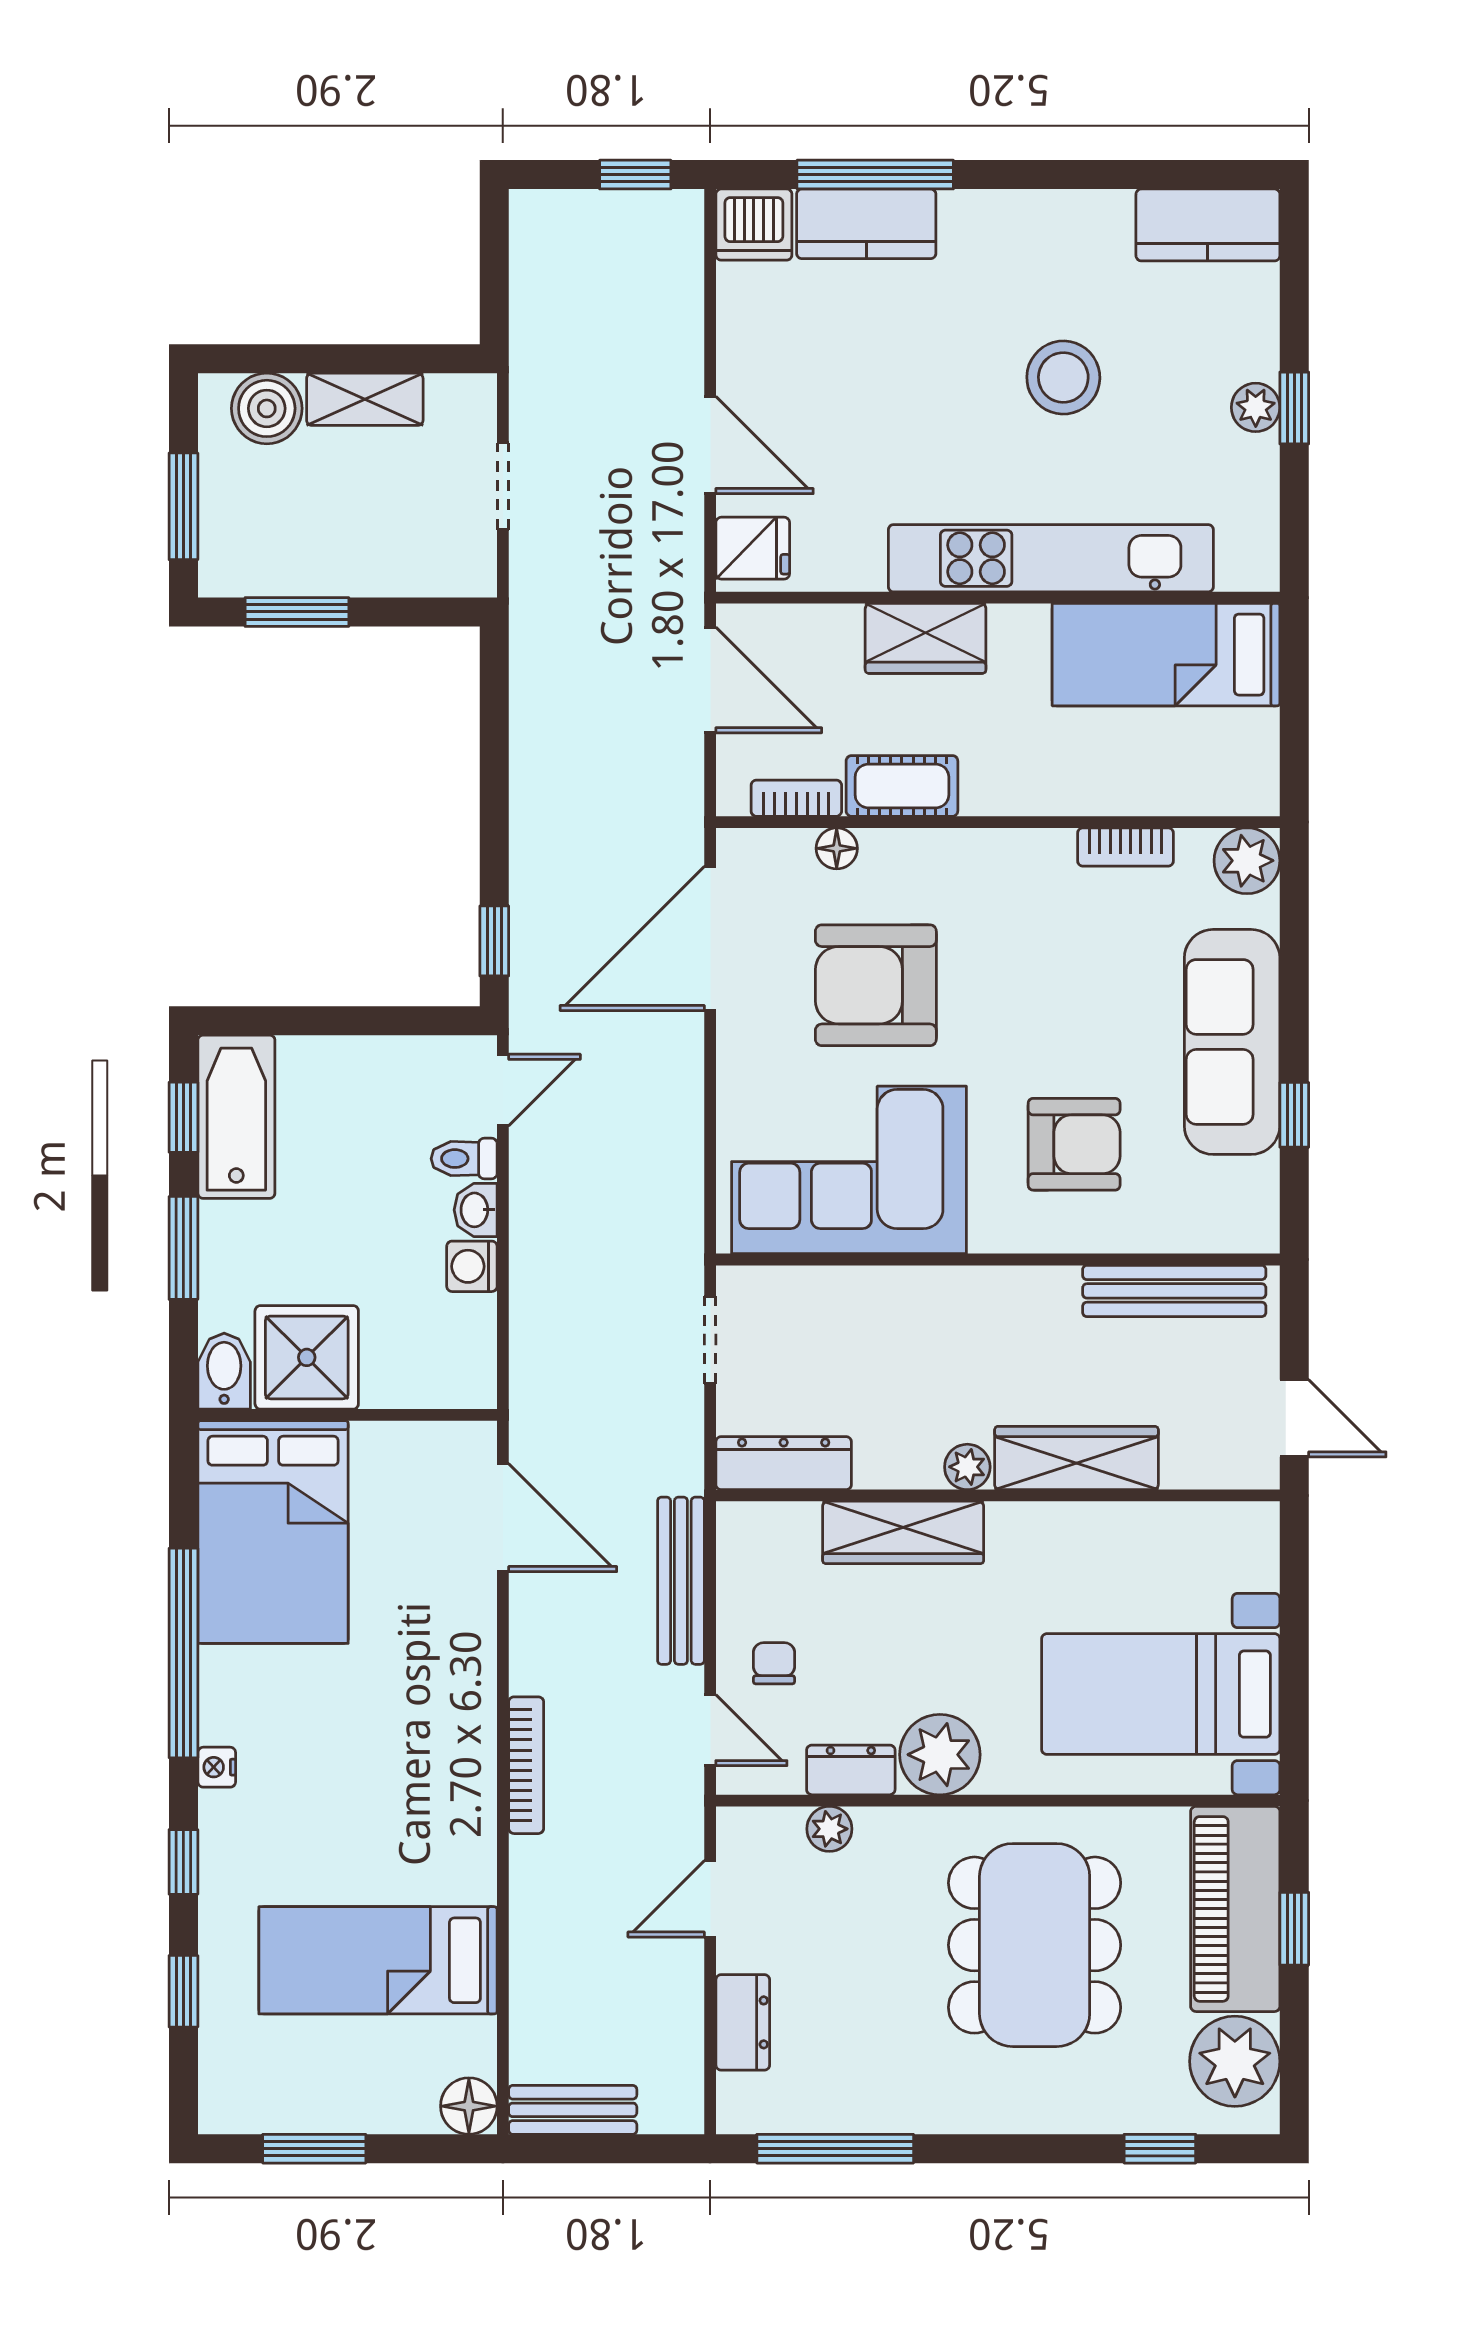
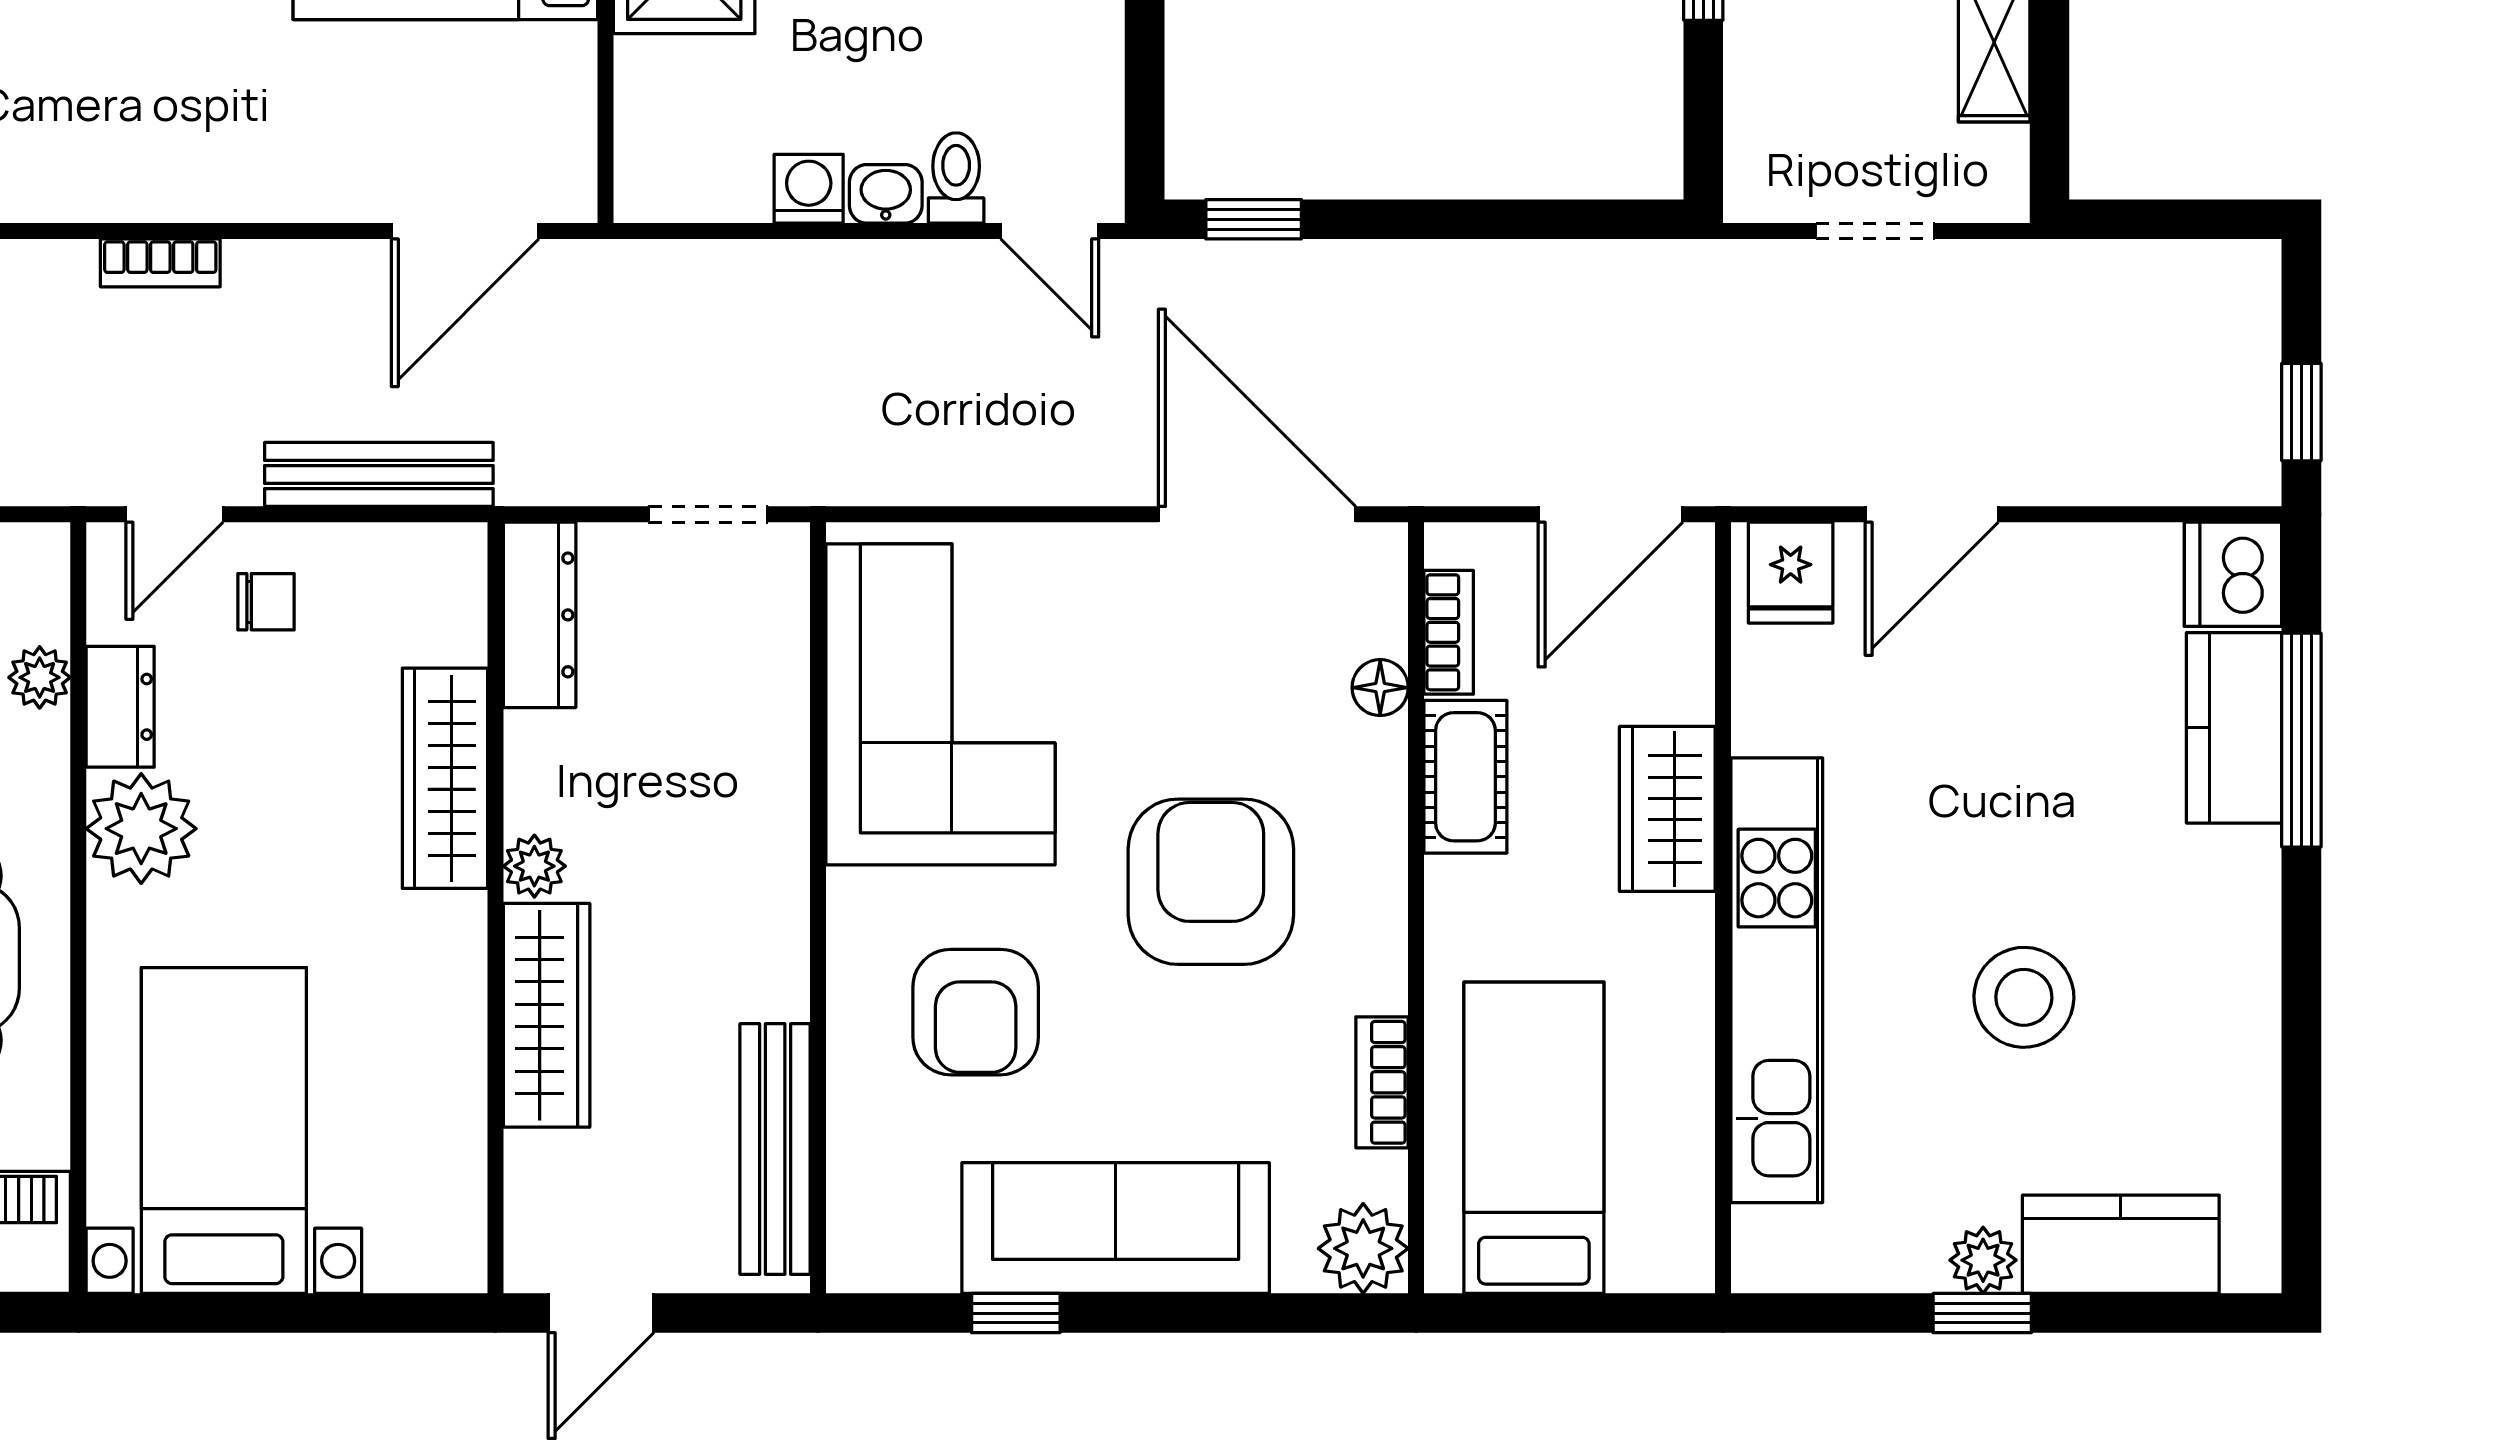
kitchen counter: (1208, 225) -> (2121, 1244), moved, turned 90
bed: (1166, 655) -> (1534, 1138), moved
armchair: (876, 985) -> (1211, 882), moved
bookcase: (526, 1765) -> (160, 263), width x0.64

